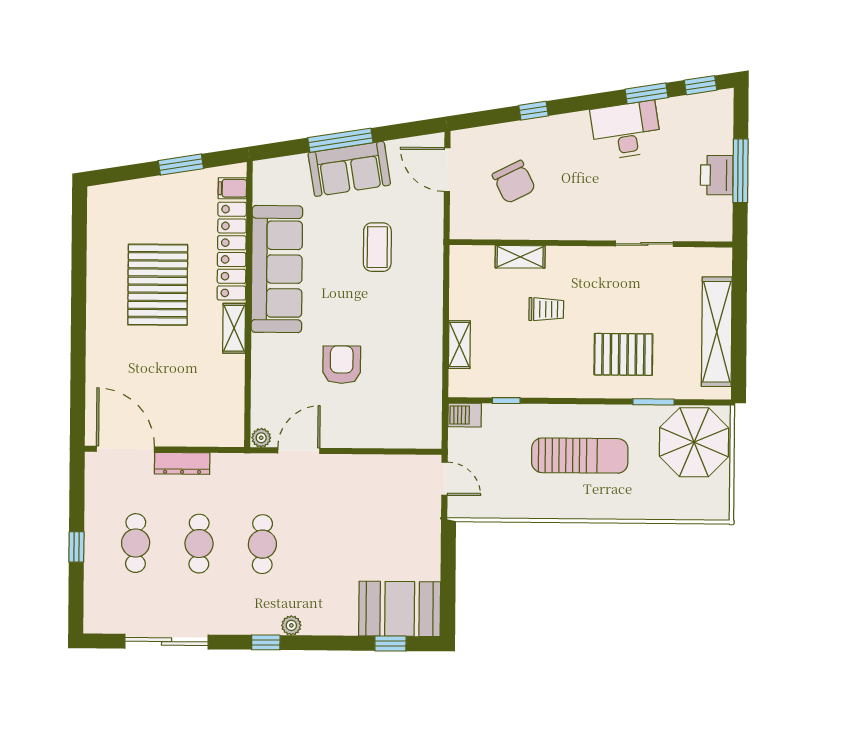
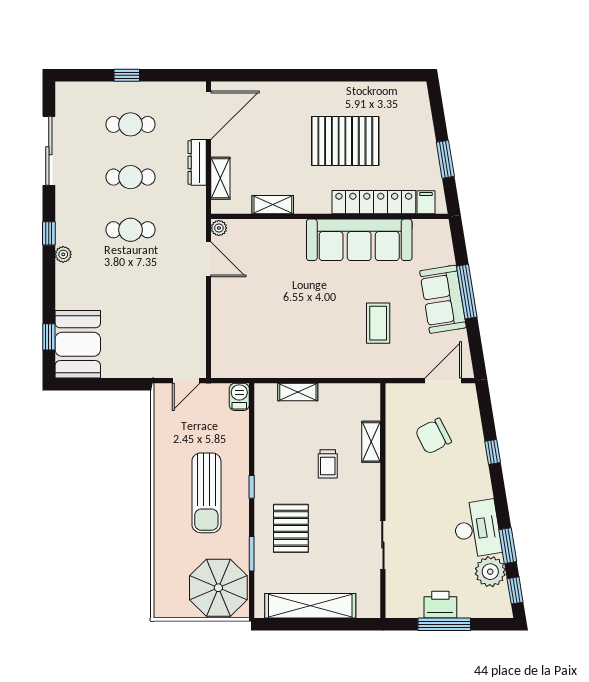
plant: (678, 115) -> (490, 572), added
coffee table: (377, 247) -> (378, 323), turned 90
shelving: (234, 328) -> (273, 205), moved
armchair: (342, 365) -> (280, 294), removed
window: (506, 401) -> (252, 487), moved
shelving: (201, 435) -> (220, 178), added

